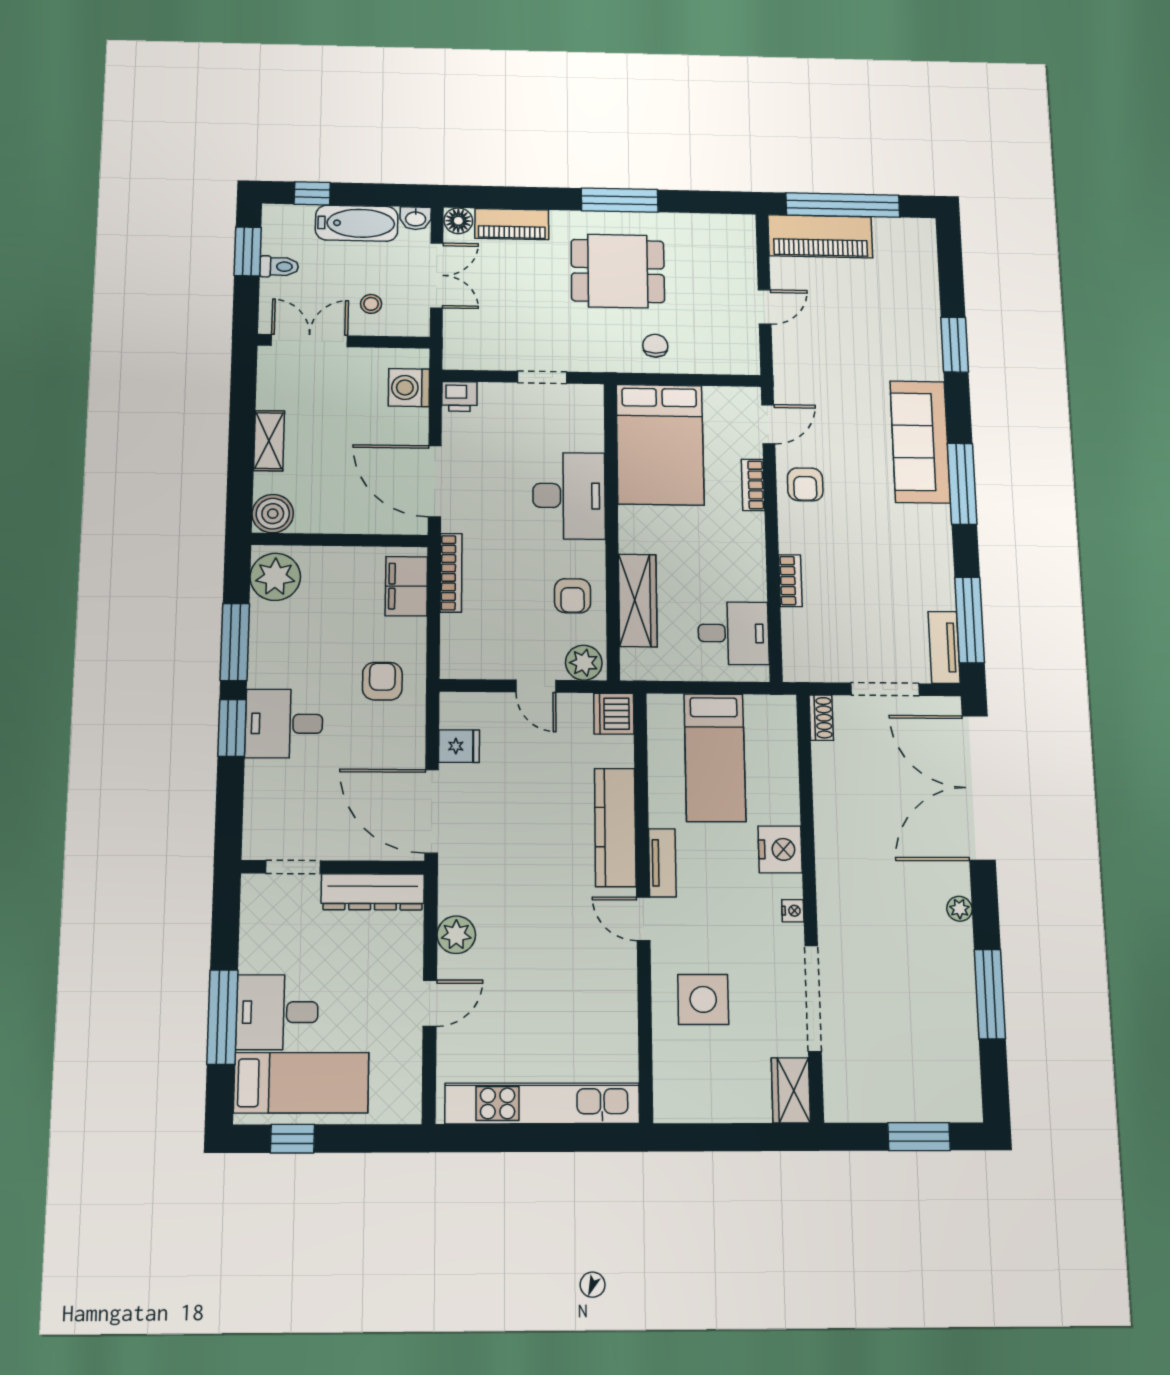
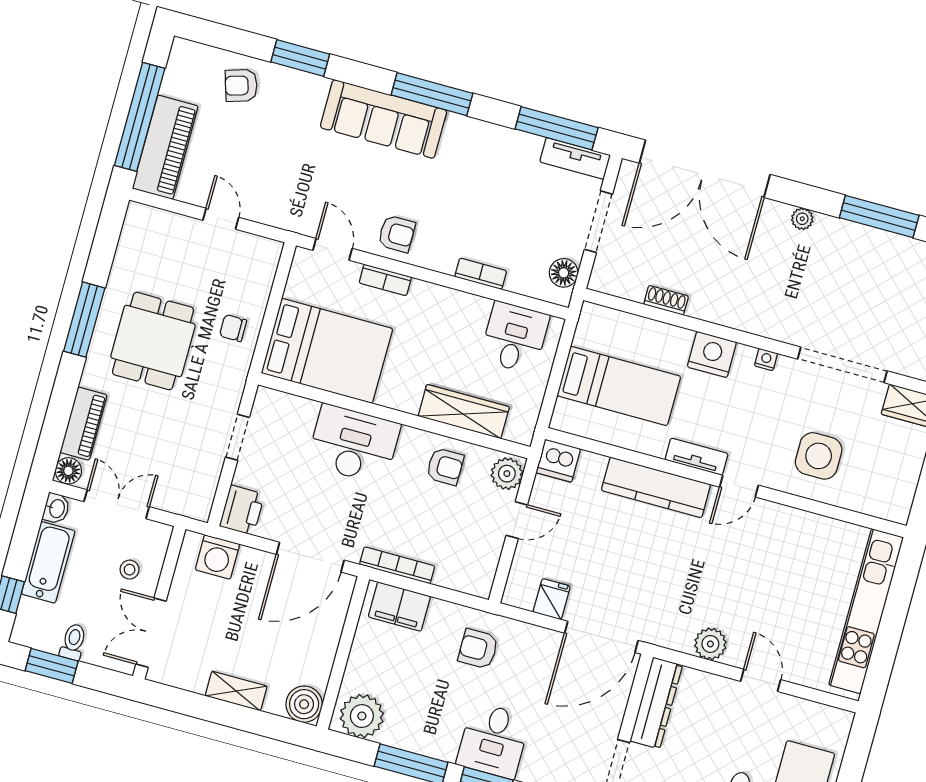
armchair: (907, 294) -> (241, 85), added
printer: (459, 396) -> (242, 510), width x1.36, depth x1.24
floor lamp: (819, 667) -> (564, 273), added
shoe rack: (821, 718) -> (666, 300), moved

